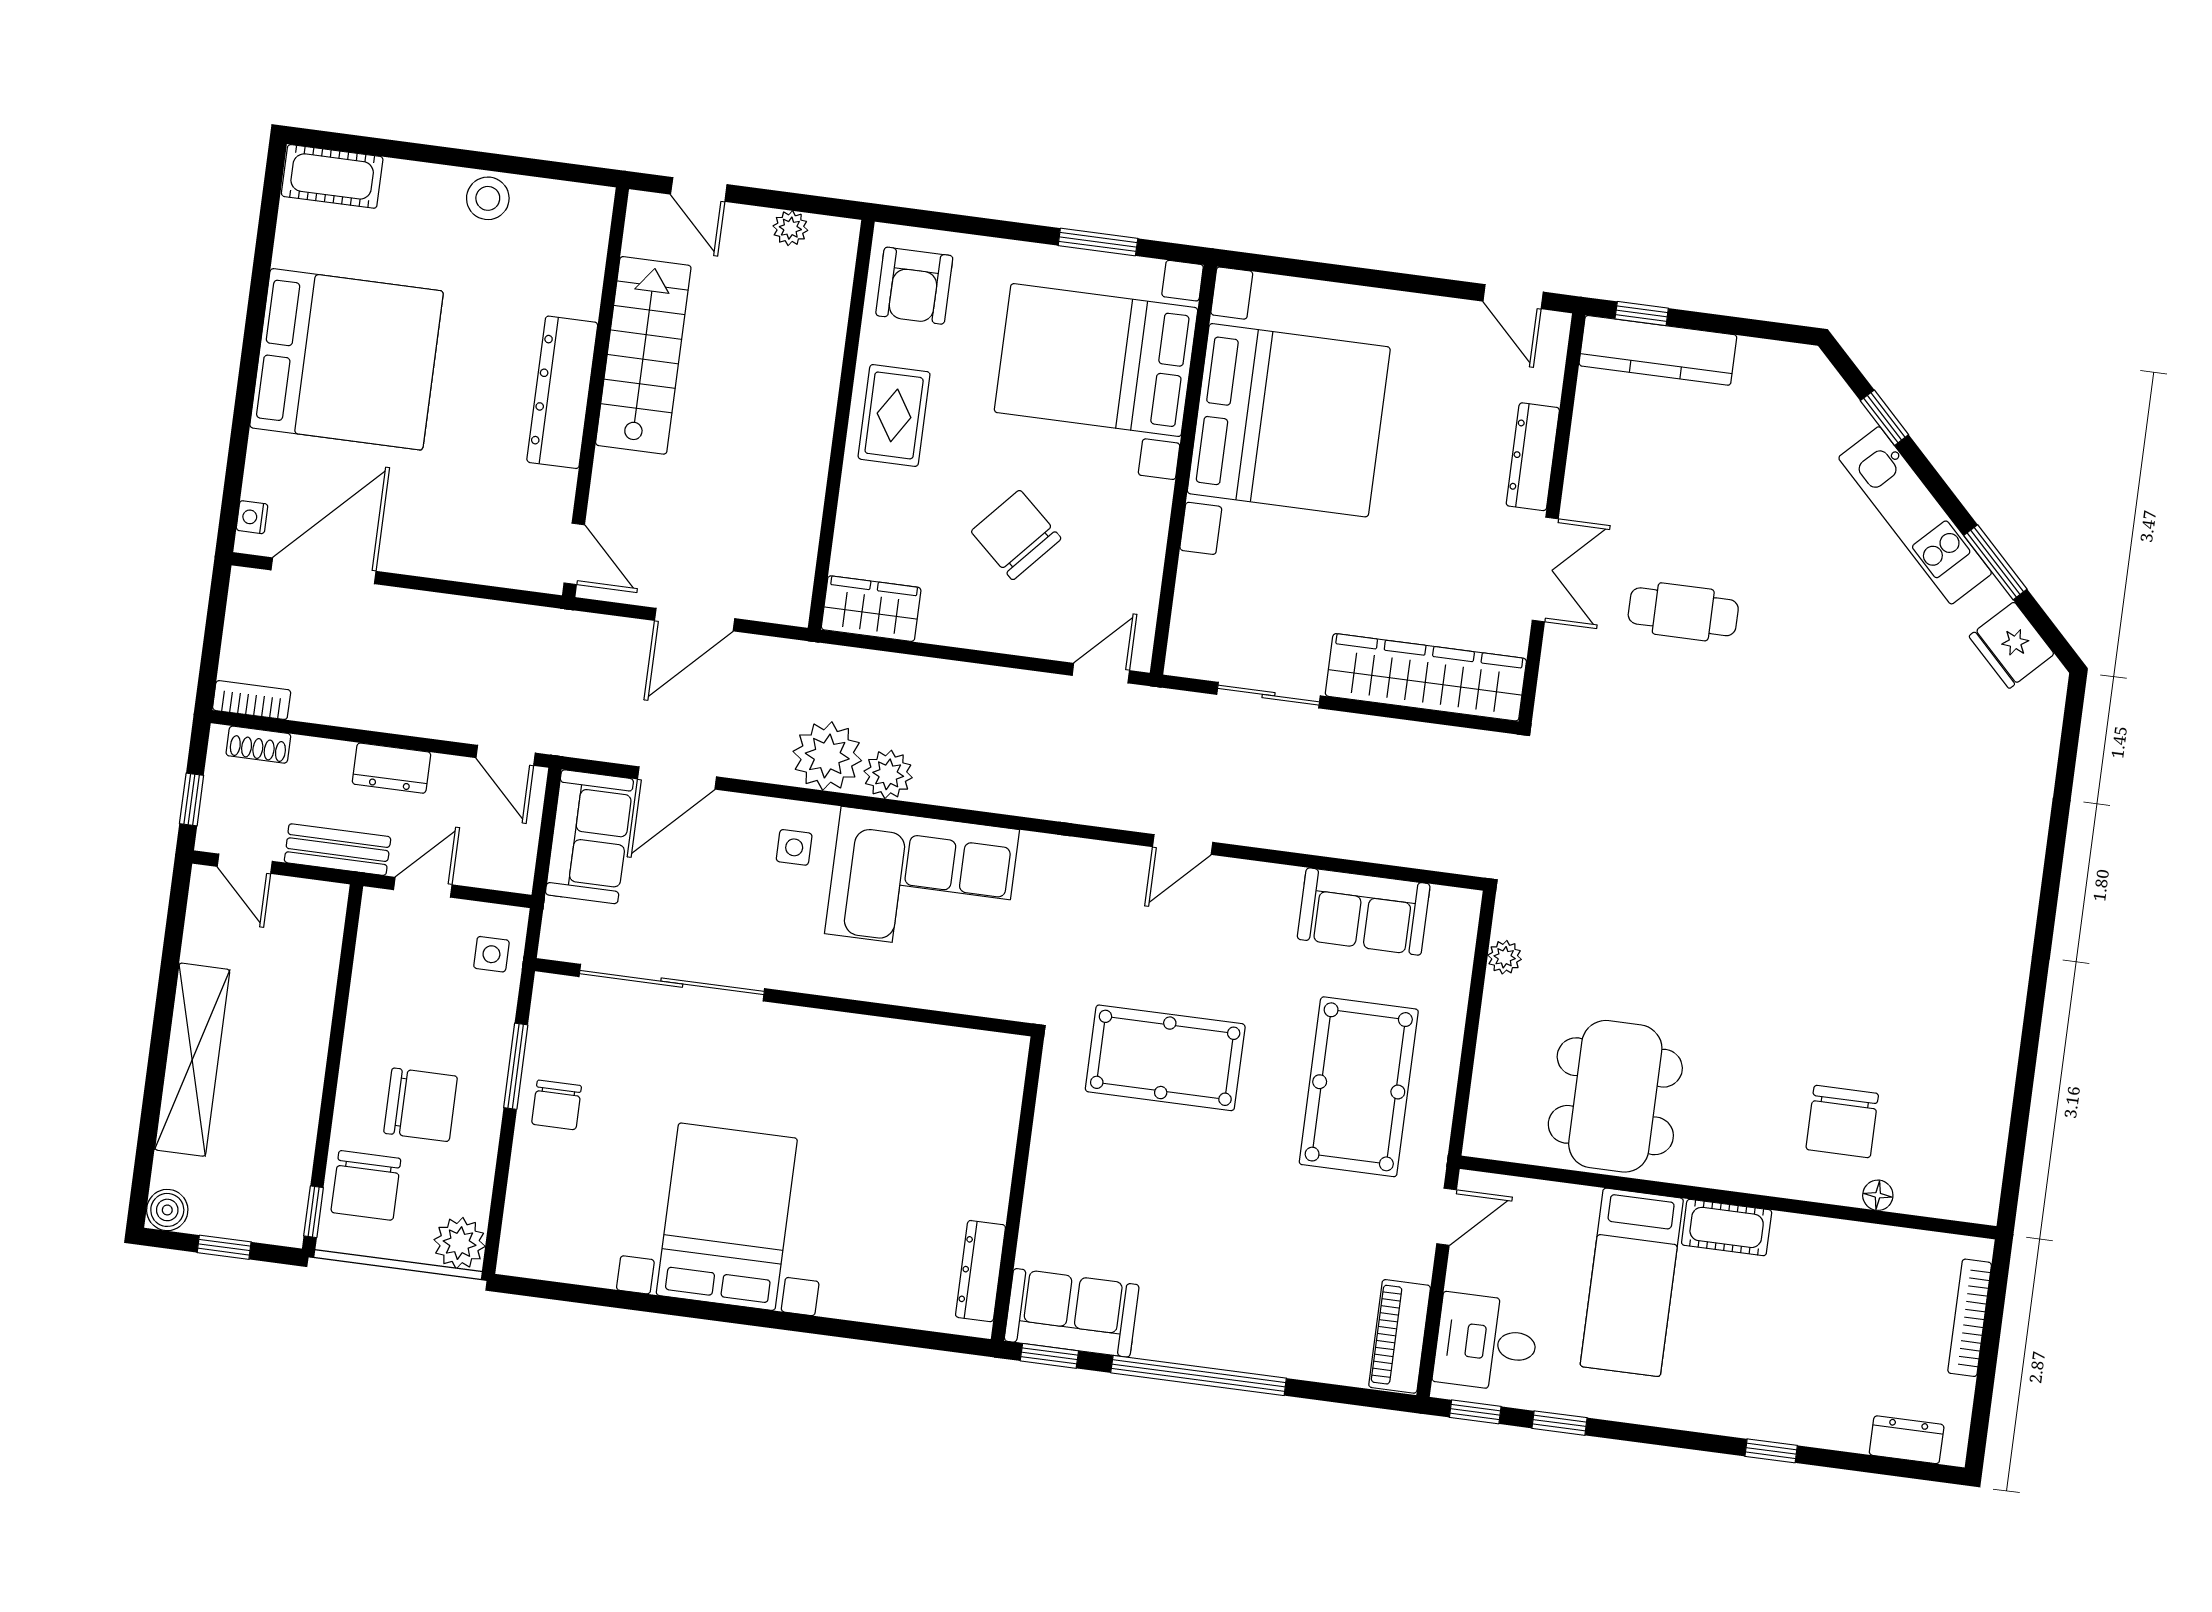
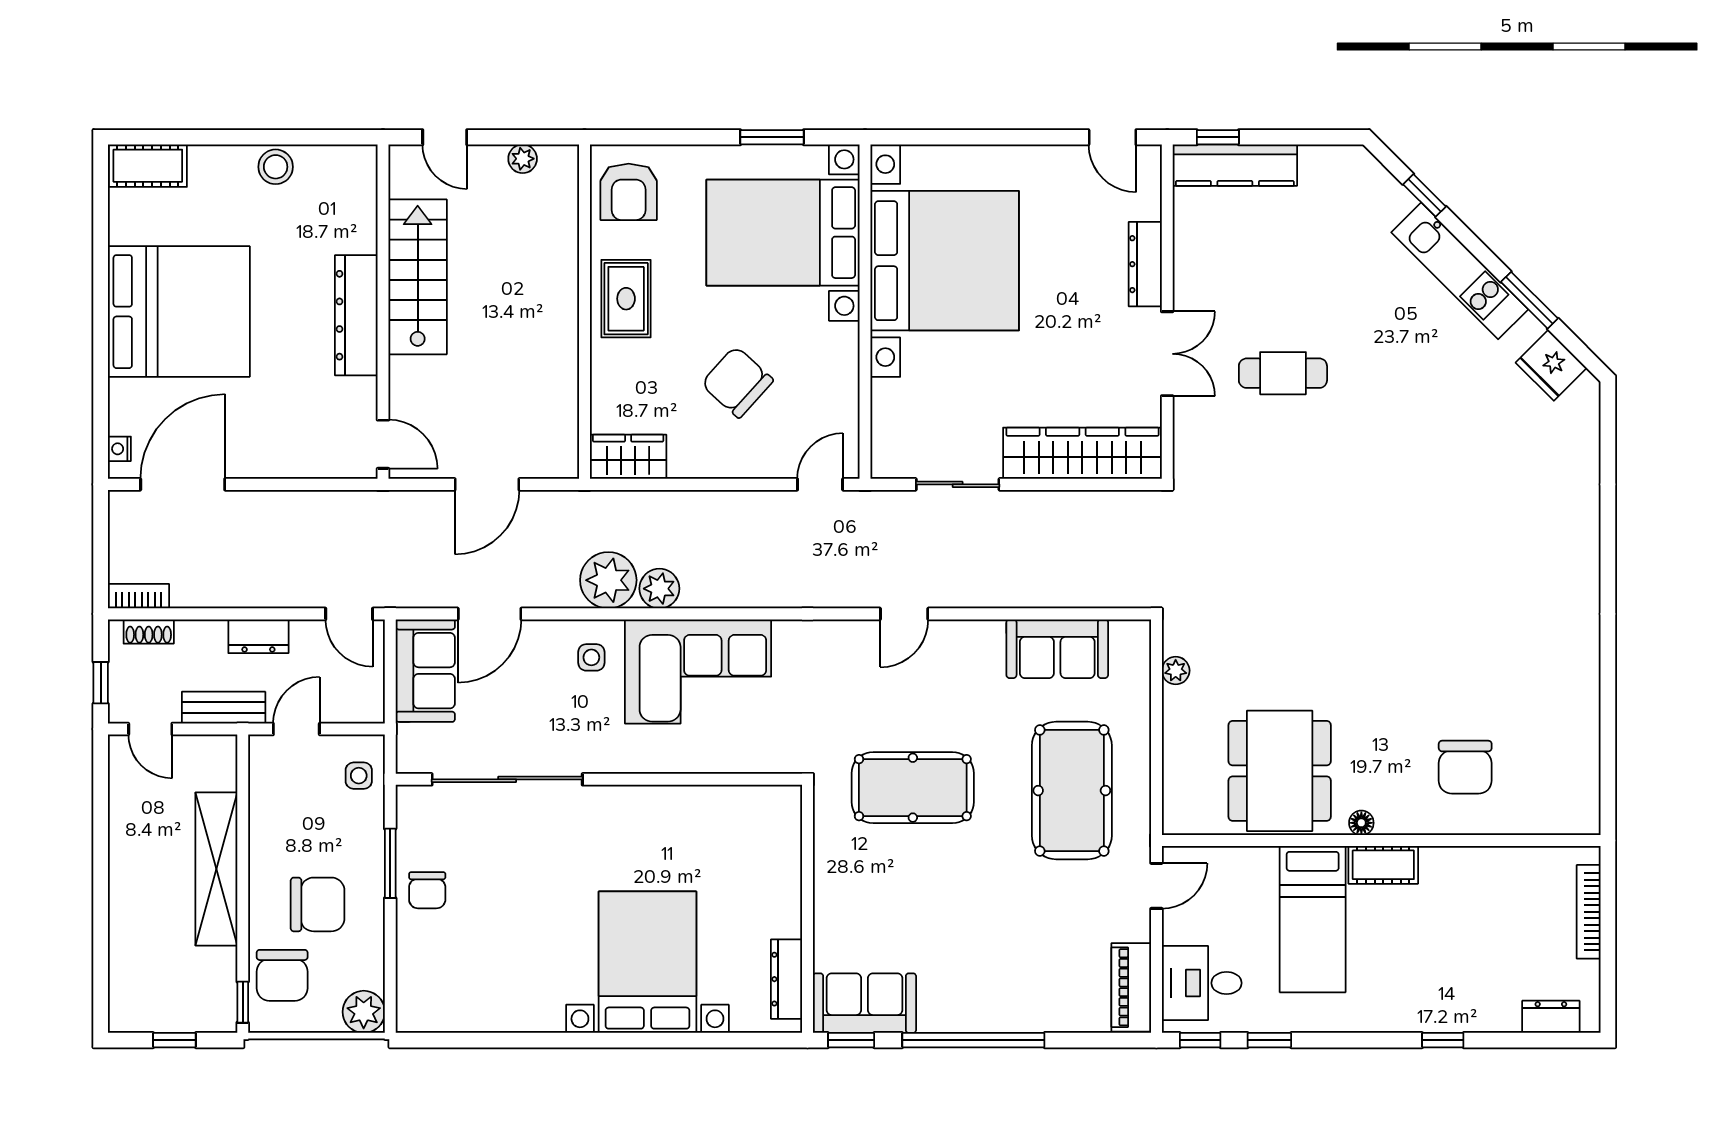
shelving: (192, 1060) -> (216, 869), moved
floor lamp: (1878, 1195) -> (1361, 823), moved
boiler: (167, 1210) -> (125, 1016), removed
bed with nightstands: (727, 1217) -> (647, 962), moved

